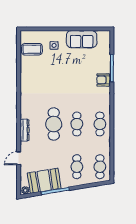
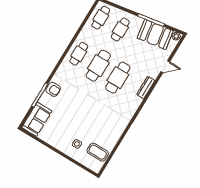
sofa: (82, 39) -> (37, 119), moved, turned 90
cafe table: (77, 124) -> (98, 66), width x1.37, depth x1.35

